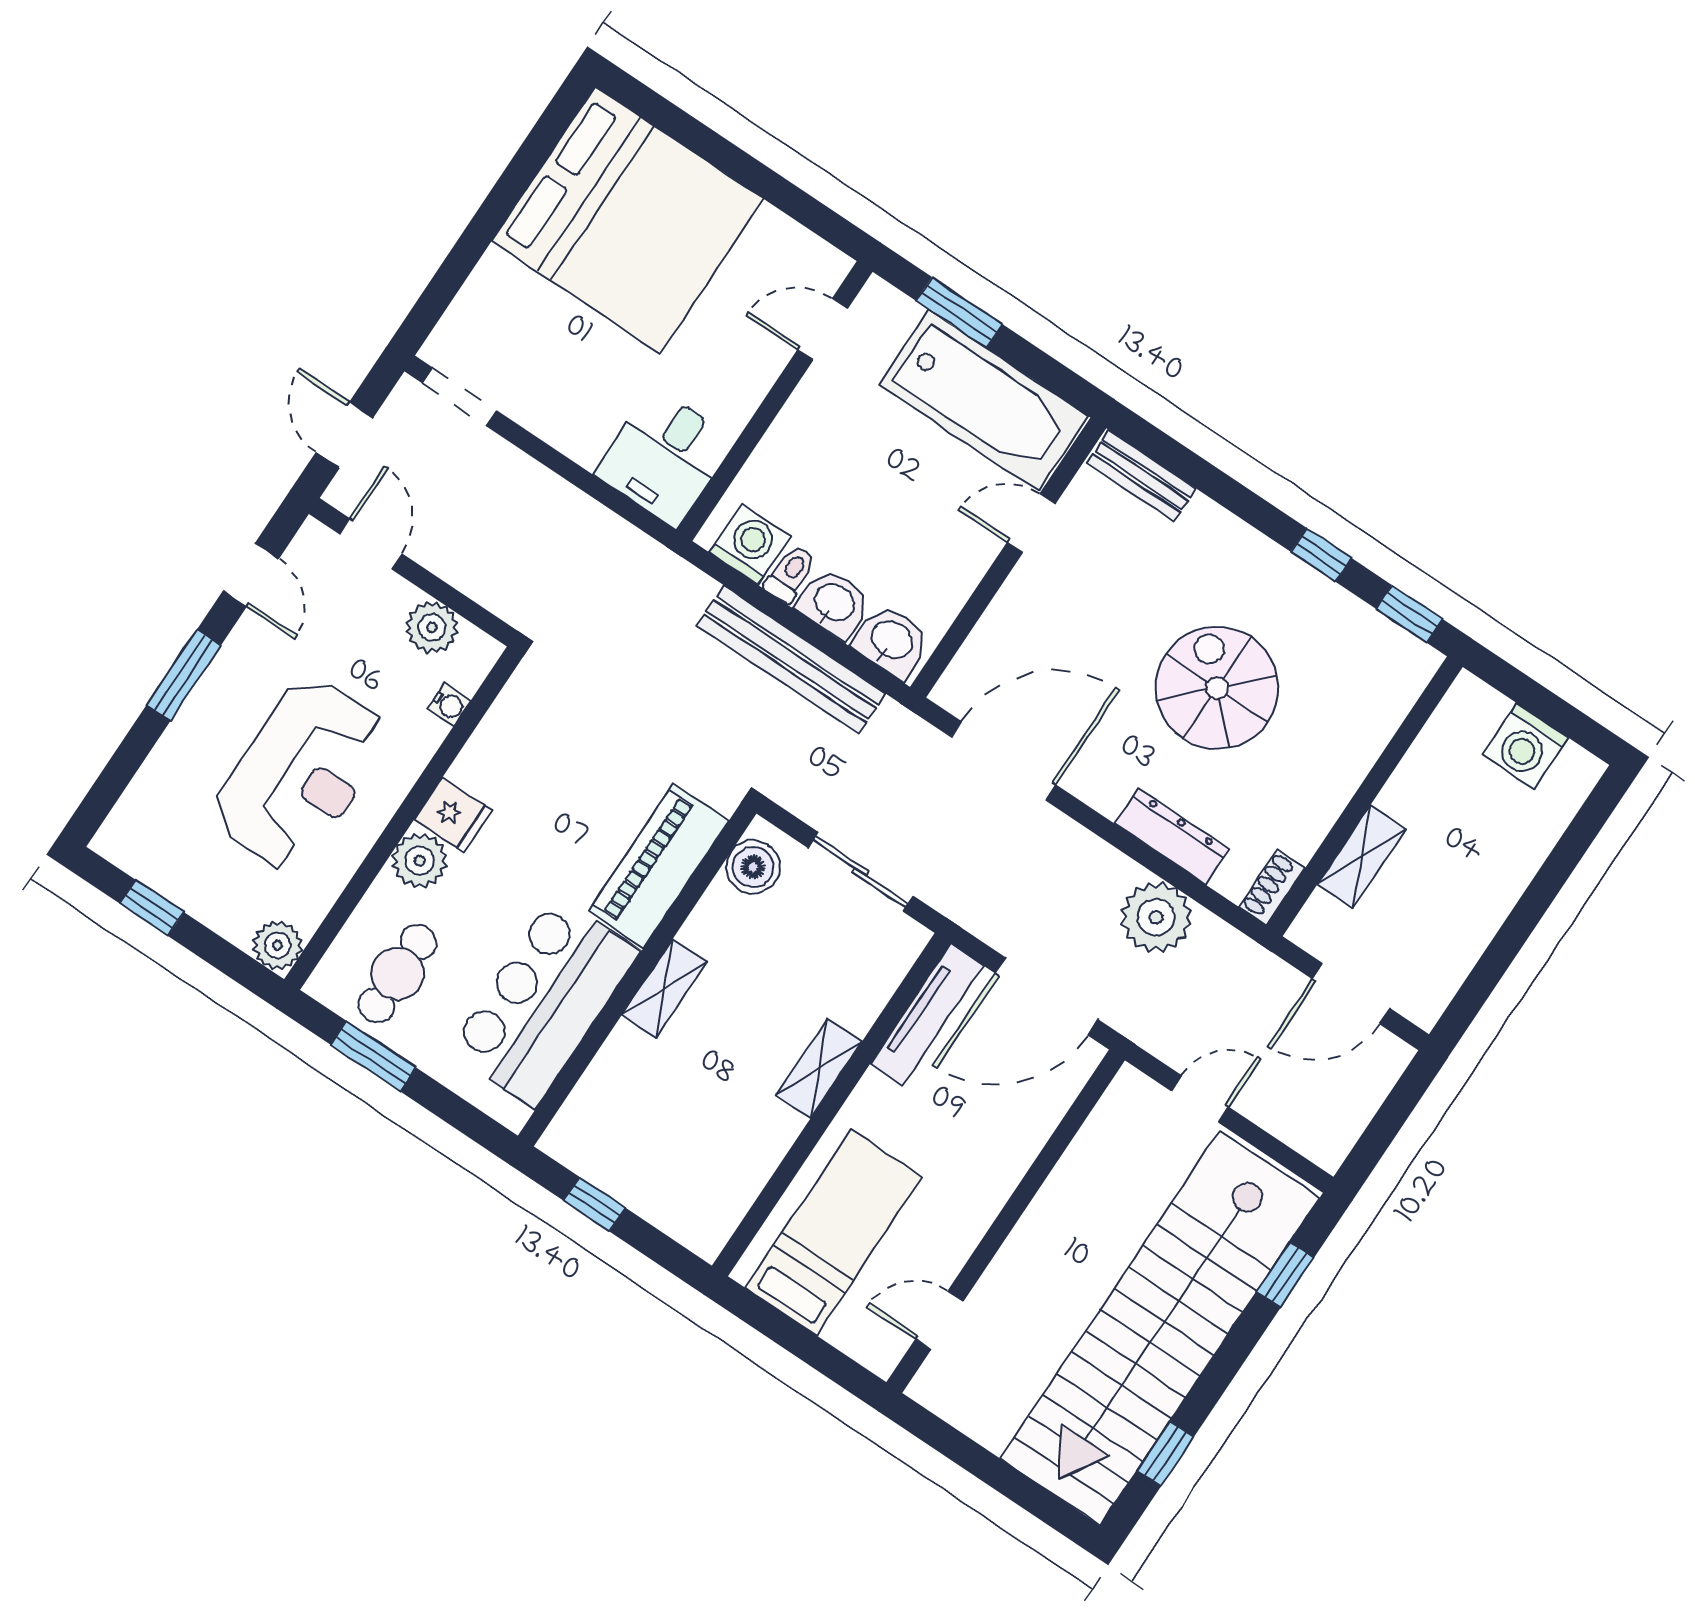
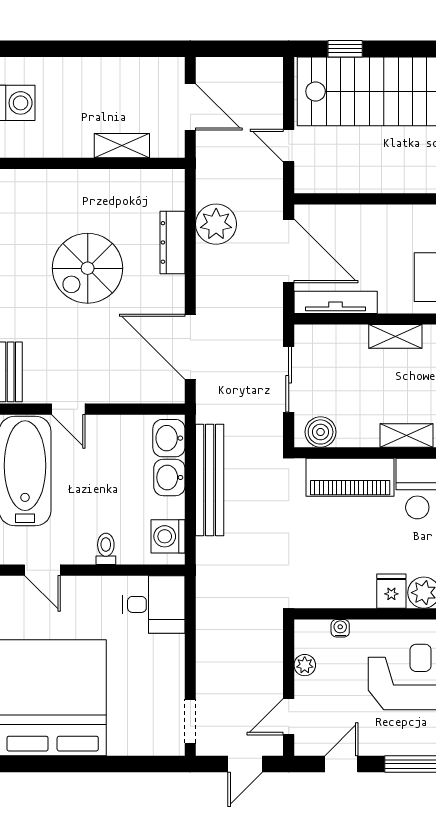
toilet: (790, 574) -> (106, 549), moved, turned 90
plant: (432, 627) -> (305, 665), width x0.73, depth x0.73
shoe rack: (1272, 887) -> (165, 179), removed

